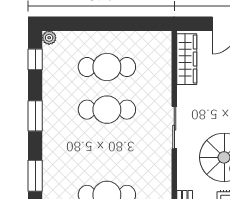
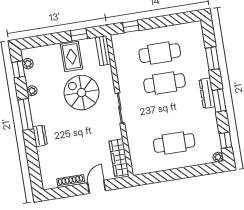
cafe table: (107, 110) -> (165, 83), moved
dresser: (50, 129) -> (207, 93), added

